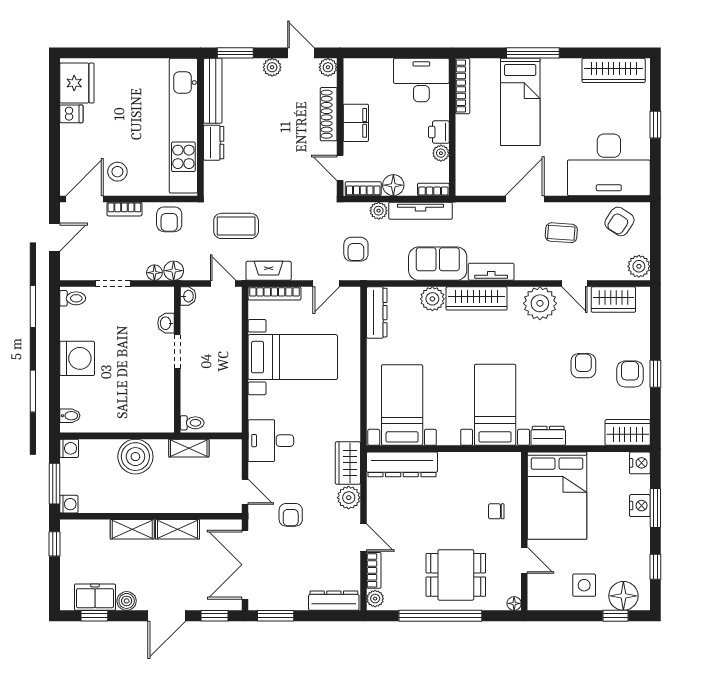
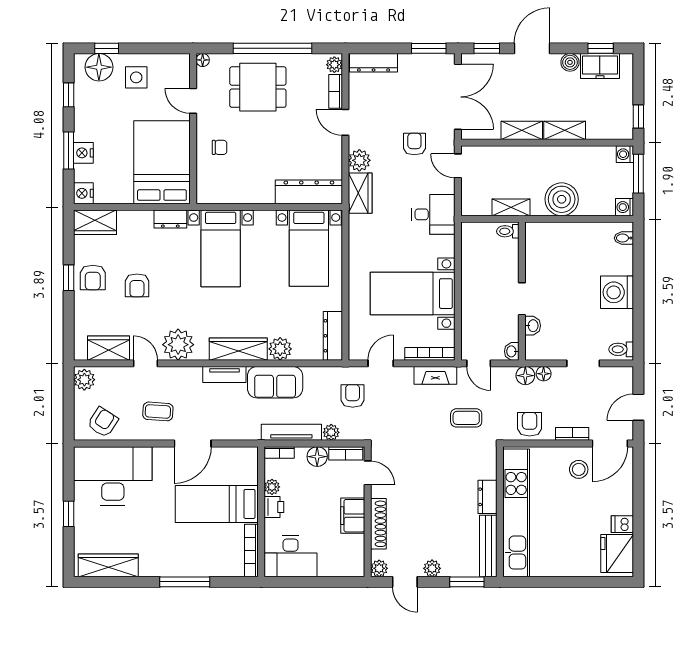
bed: (520, 102) -> (217, 504), moved, turned -90
coffee table: (236, 226) -> (466, 418), width x0.73, depth x0.77

